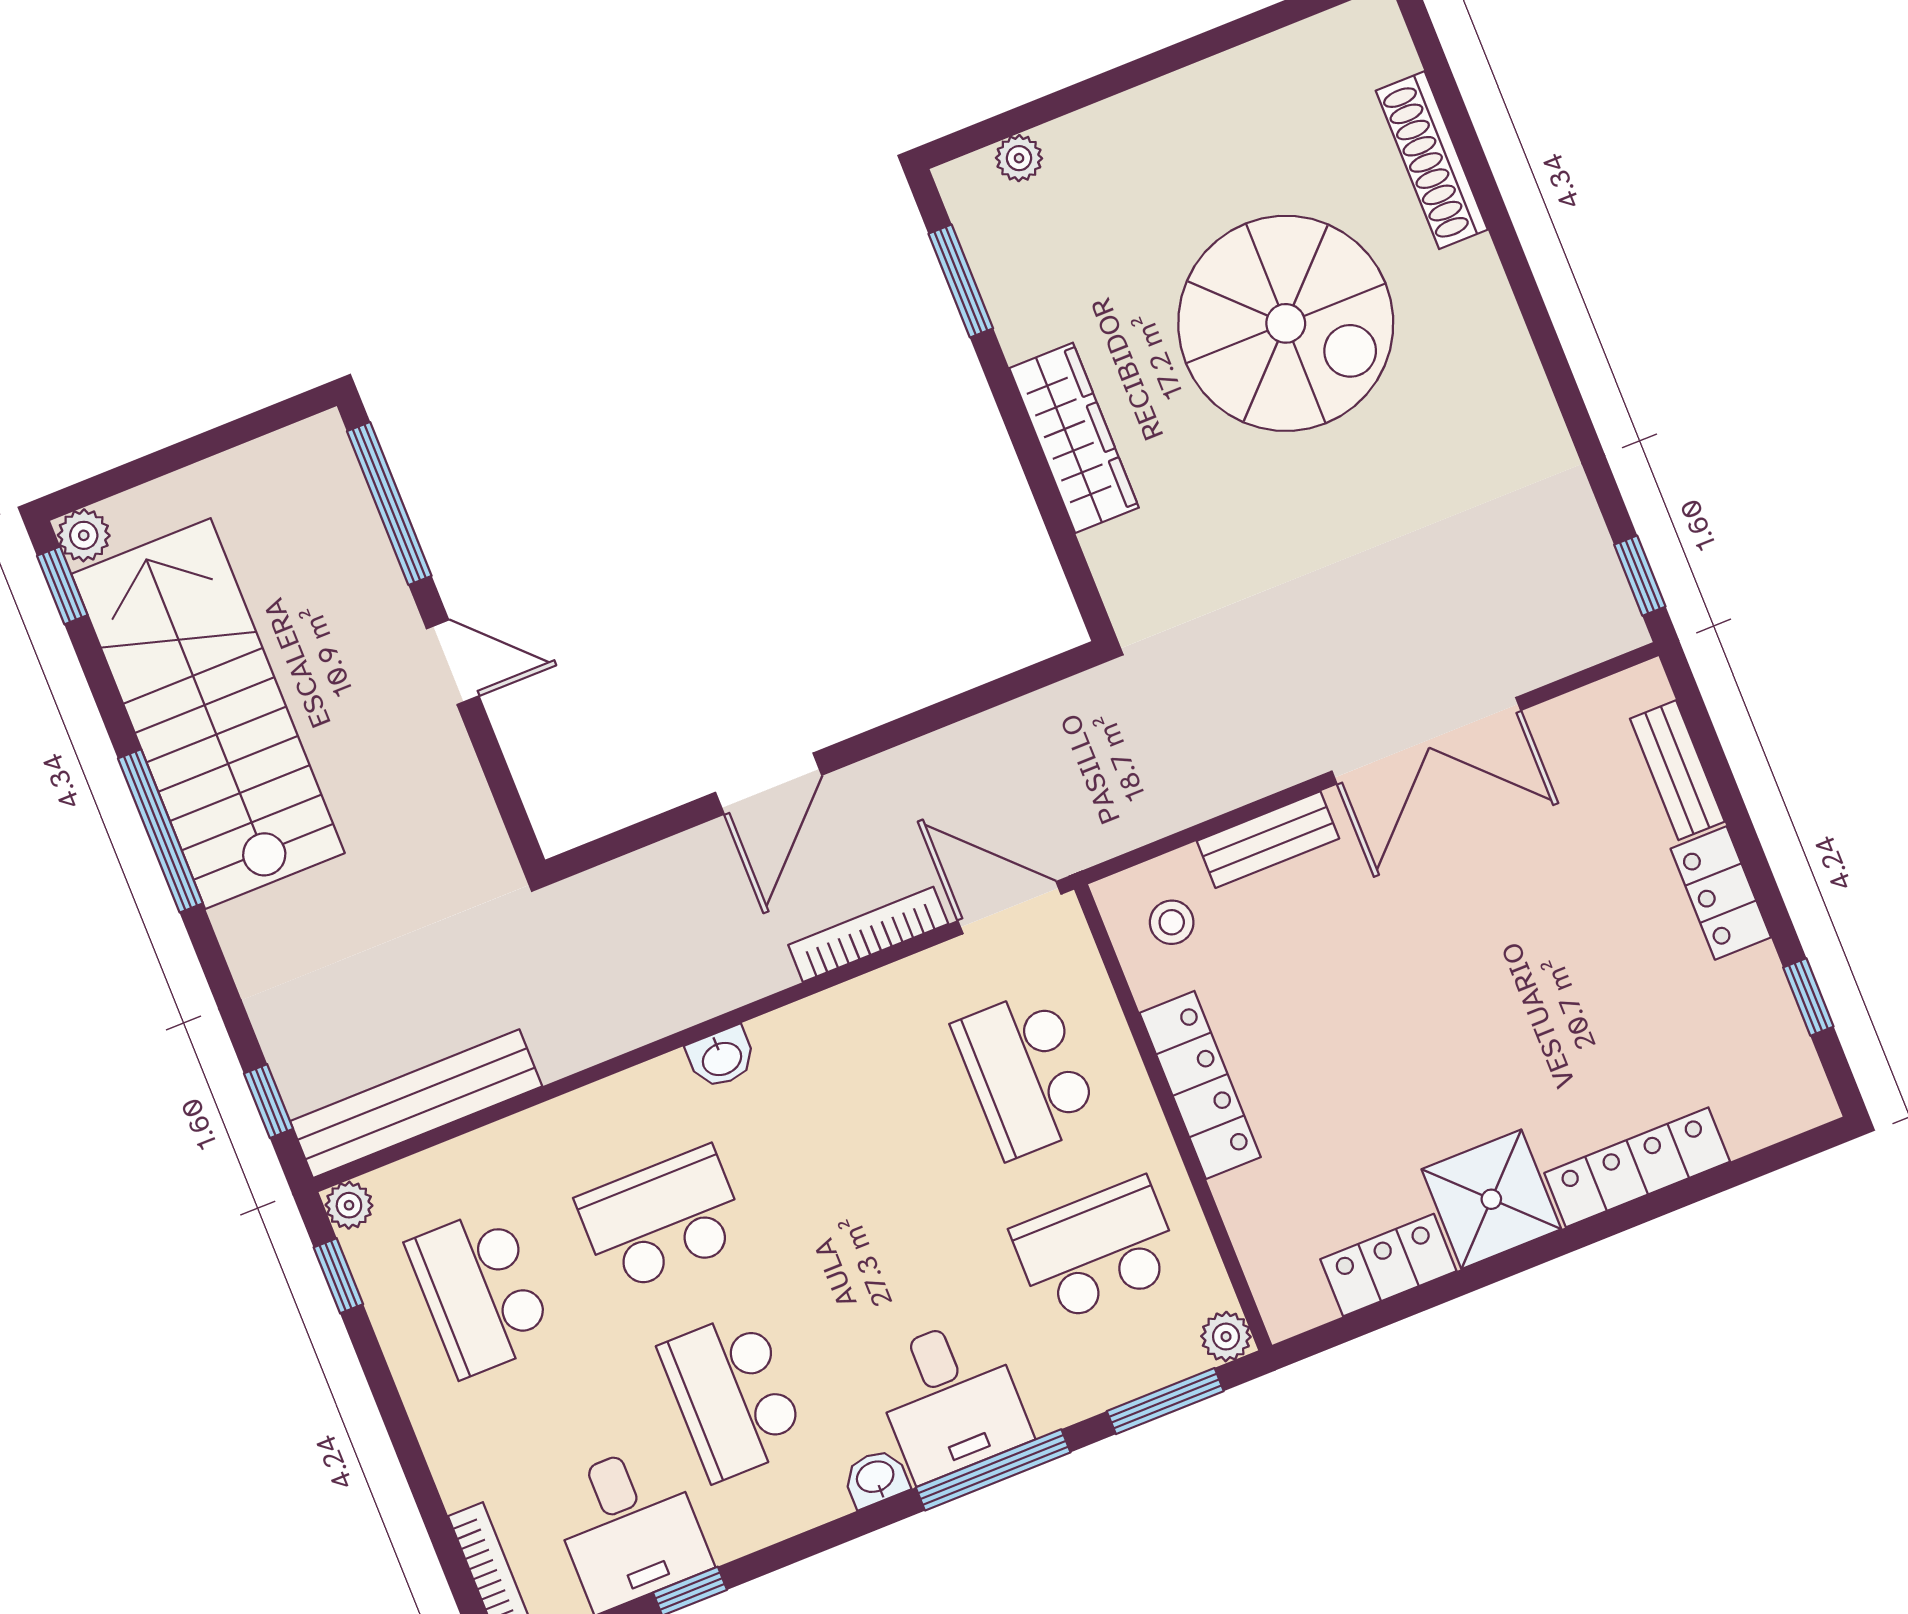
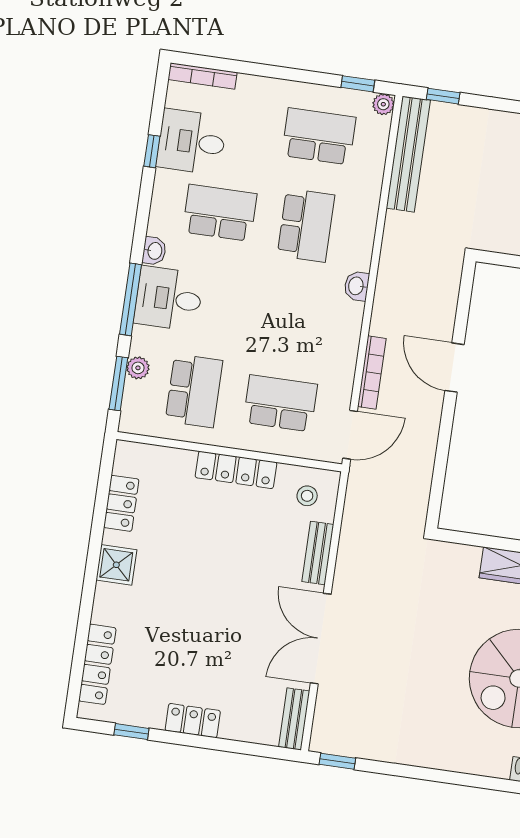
bench: (1677, 770) -> (294, 719), moved, turned 90
locker: (1637, 1167) -> (97, 664), moved
shower: (1491, 1199) -> (116, 565), width x0.73, depth x0.73
plant: (1226, 1337) -> (138, 368), moved

